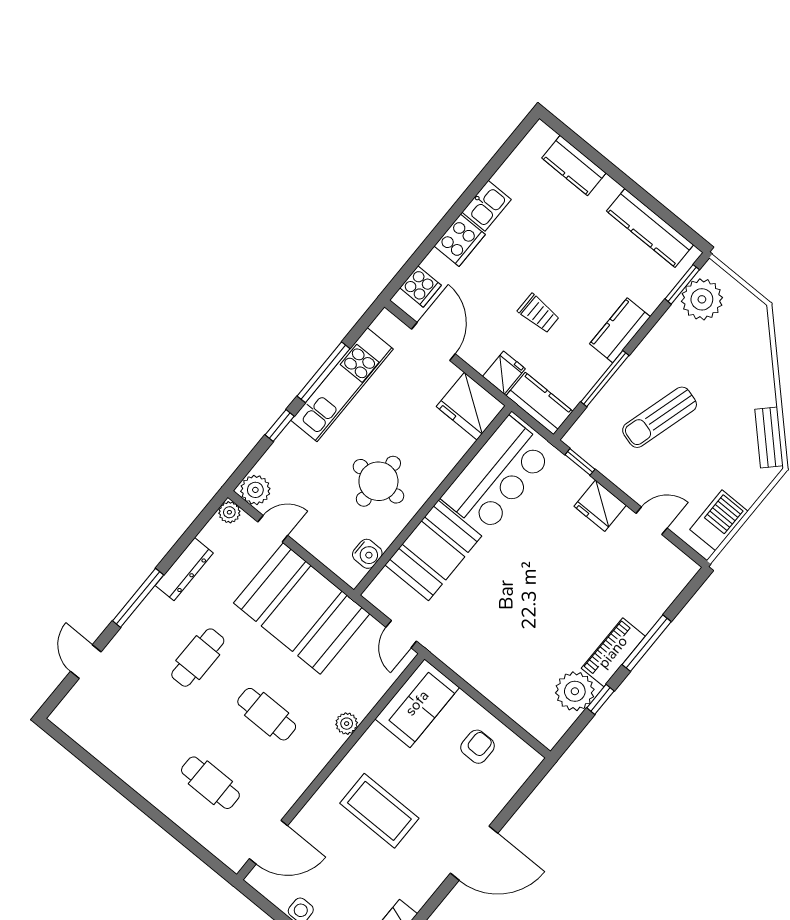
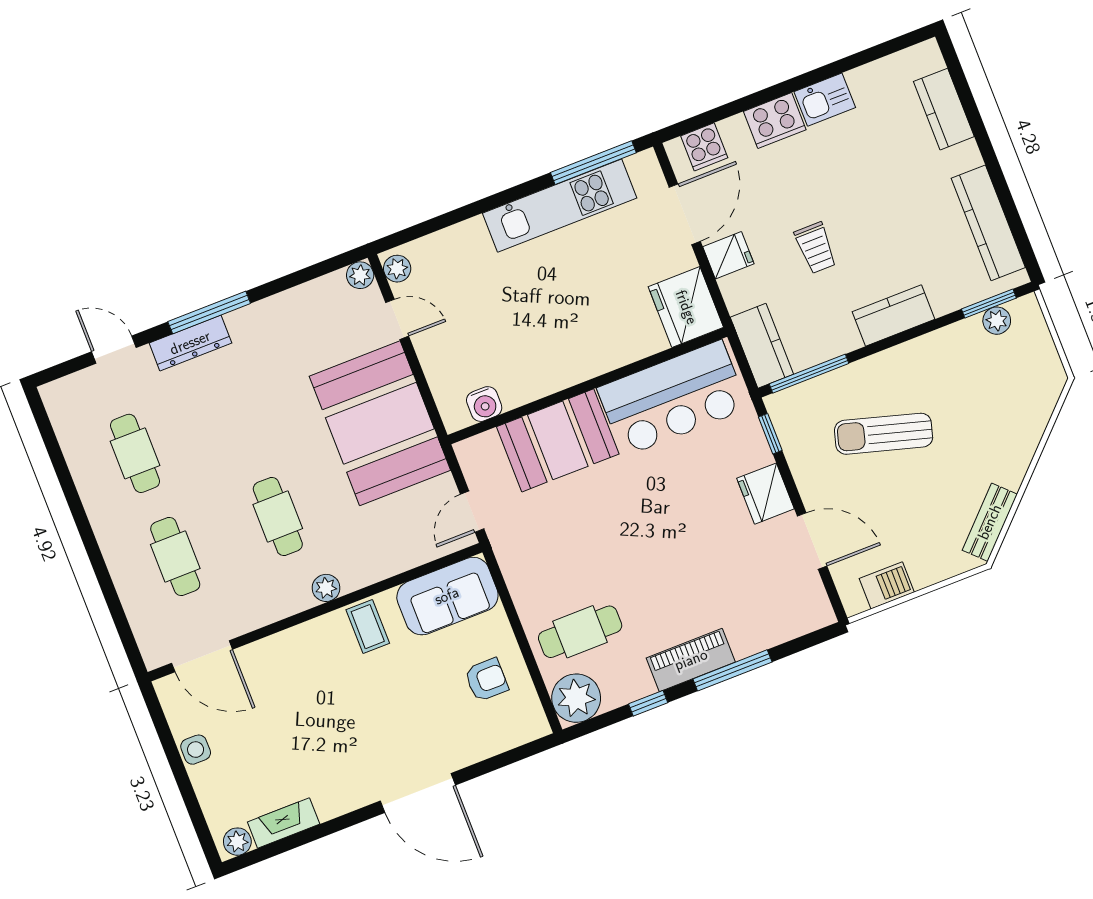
plant: (702, 299) -> (997, 321), width x0.53, depth x0.53
window: (323, 372) -> (593, 163), moved
fridge: (504, 373) -> (728, 255), moved
window: (605, 379) -> (809, 374), moved
window: (280, 426) -> (467, 212), removed
round table: (378, 481) -> (540, 332), removed
plant: (255, 490) -> (397, 269), width x0.73, depth x0.73
barbecue: (719, 520) -> (887, 585), width x0.73, depth x0.79
door: (652, 521) -> (812, 541), width x1.38
dresser: (184, 569) -> (190, 343), moved
cafe table: (198, 658) -> (135, 453), moved, turned 90
door: (86, 662) -> (114, 350), hinge flipped
cafe table: (524, 676) -> (580, 632), added
plant: (575, 691) -> (576, 698), moved
plant: (347, 724) -> (326, 588), moved
coffee table: (379, 811) -> (368, 627), moved, width x0.54, depth x0.58

